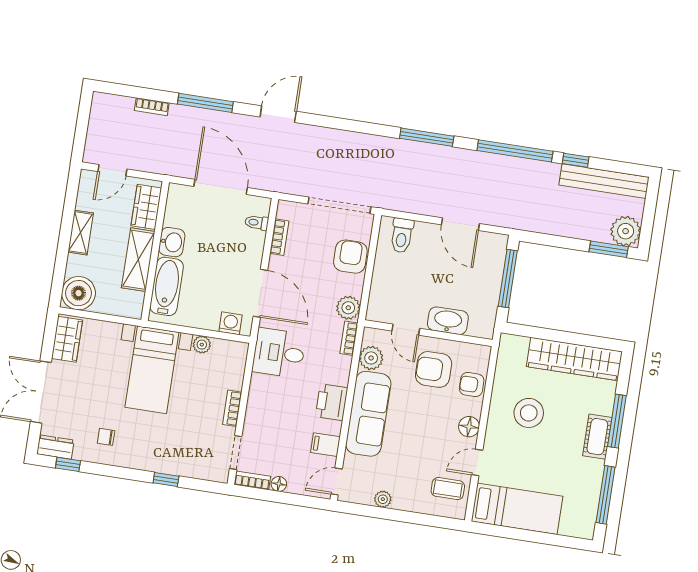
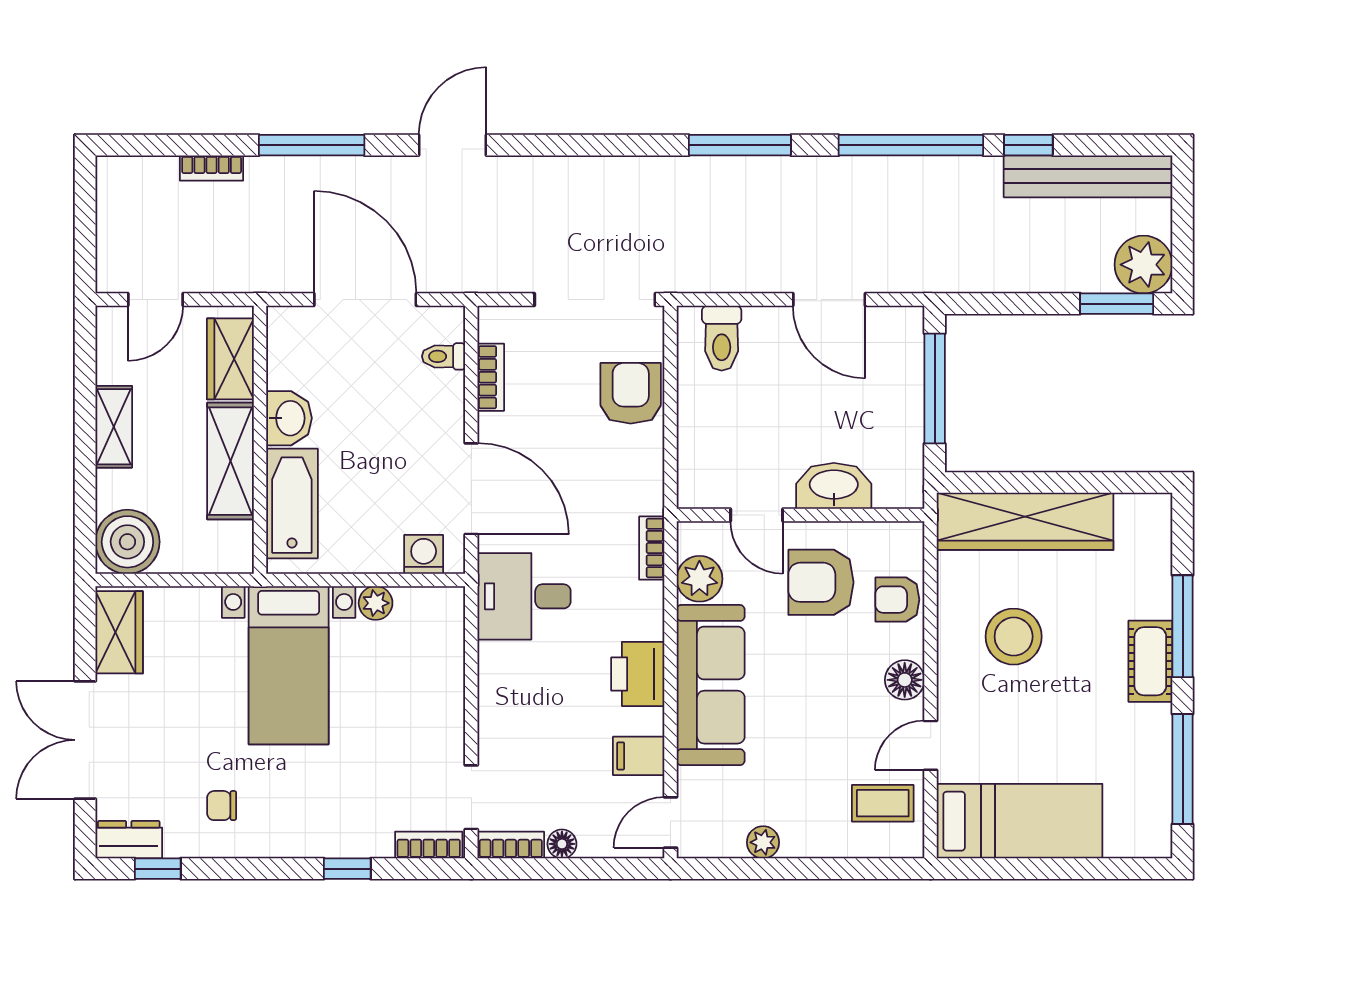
plant: (348, 308) -> (642, 491), removed
wardrobe: (574, 359) -> (1025, 521), moved
bookcase: (232, 408) -> (429, 845), moved, turned 90

